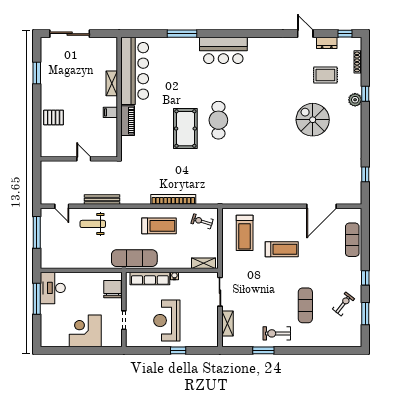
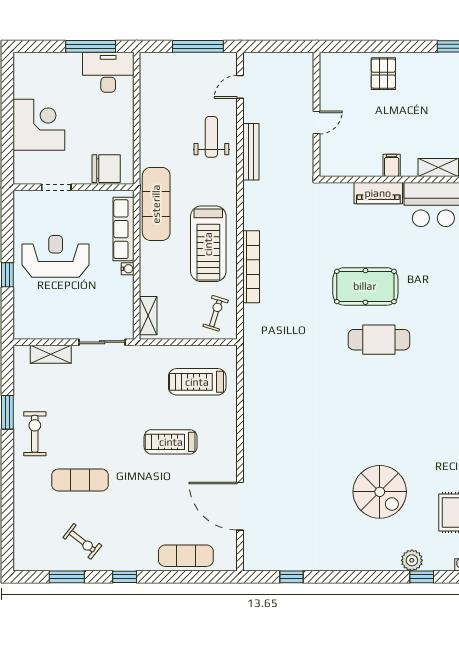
spiral stairs: (313, 120) -> (380, 492), turned 90
treadmill: (159, 226) -> (208, 244), width x1.37, depth x1.38
treadmill: (282, 249) -> (171, 442), turned 90

